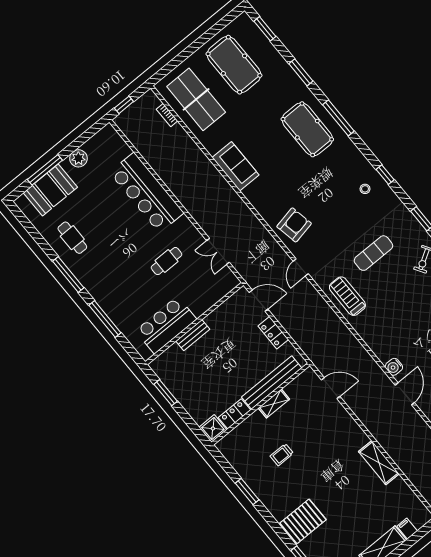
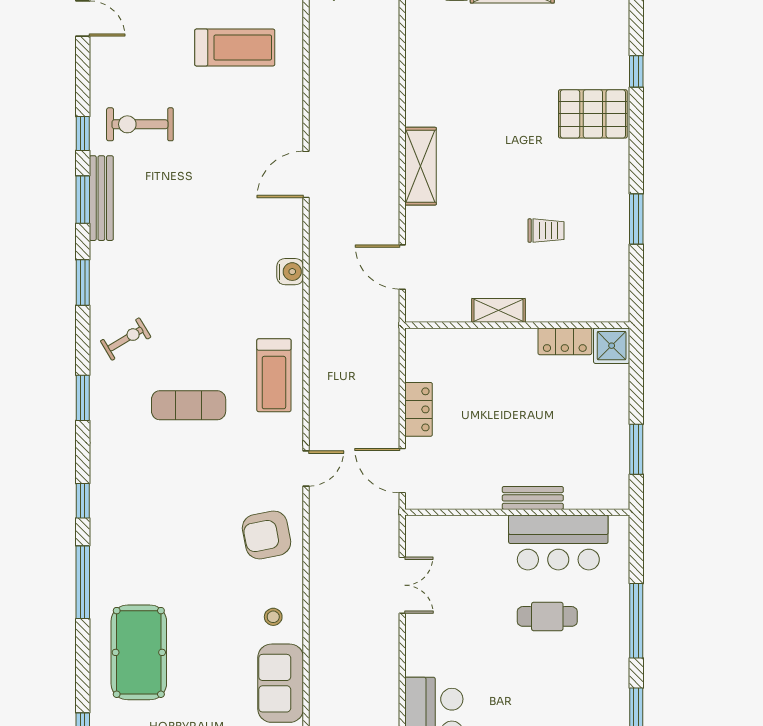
window: (338, 118) -> (83, 582), moved
stool: (365, 189) -> (273, 617), moved
cafe table: (166, 261) -> (547, 616), moved
water cooler: (394, 367) -> (290, 272), moved
bench: (272, 382) -> (478, 342), removed
shelving: (379, 463) -> (421, 166), moved

